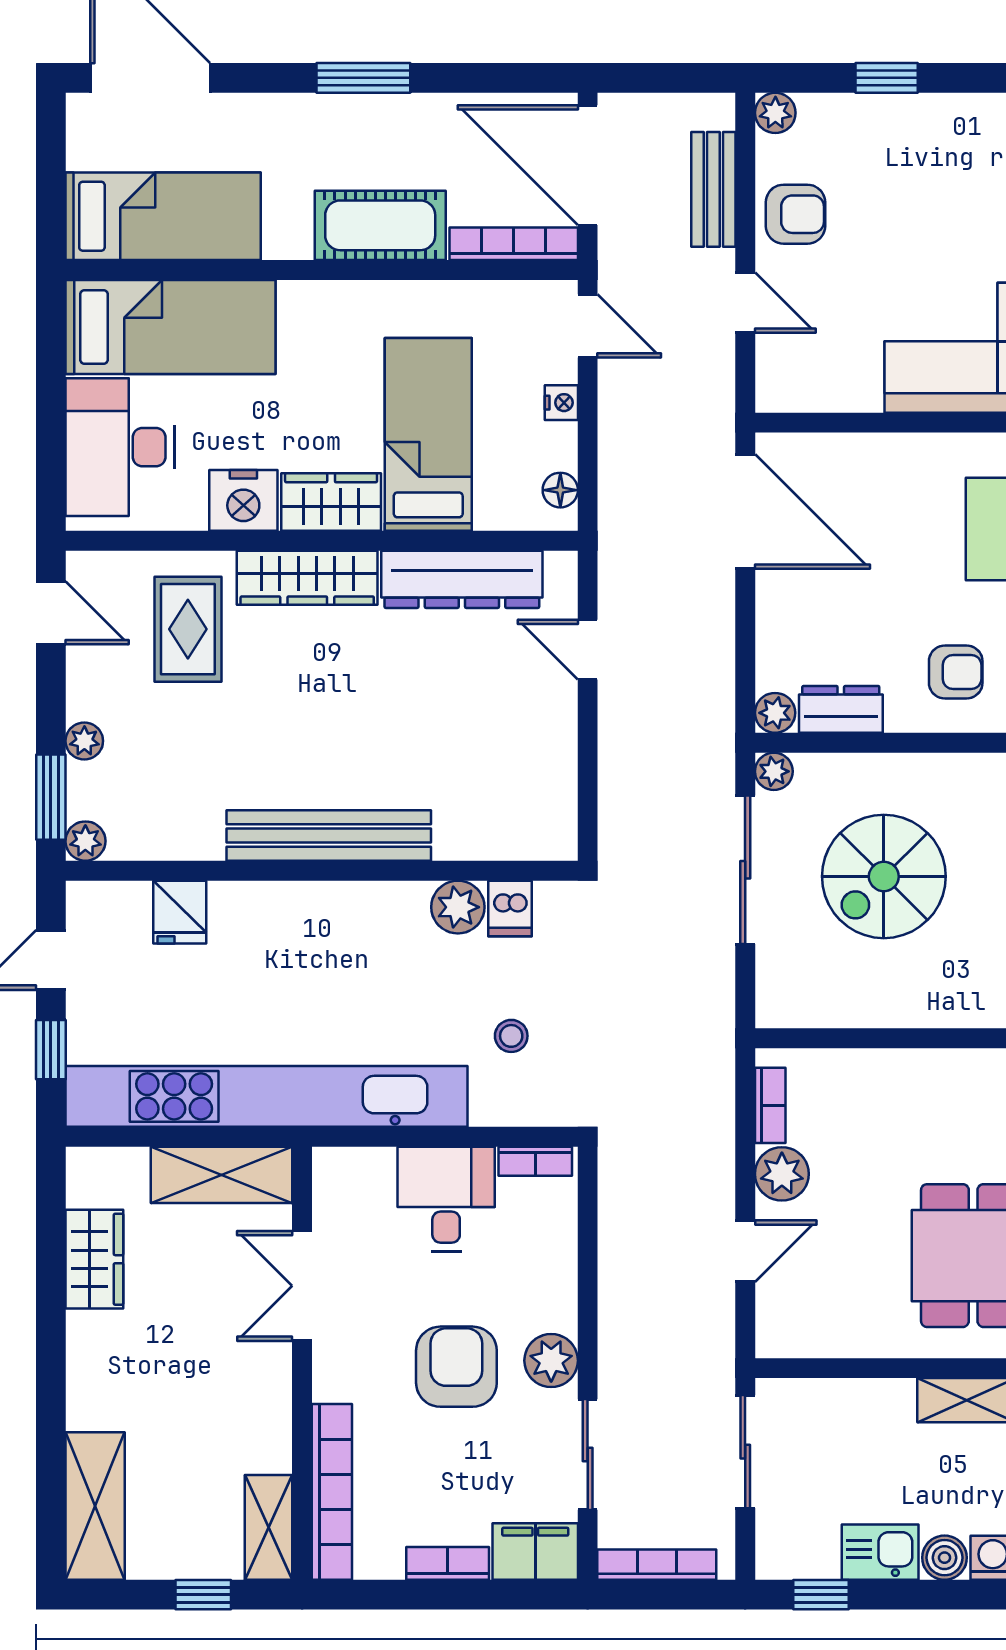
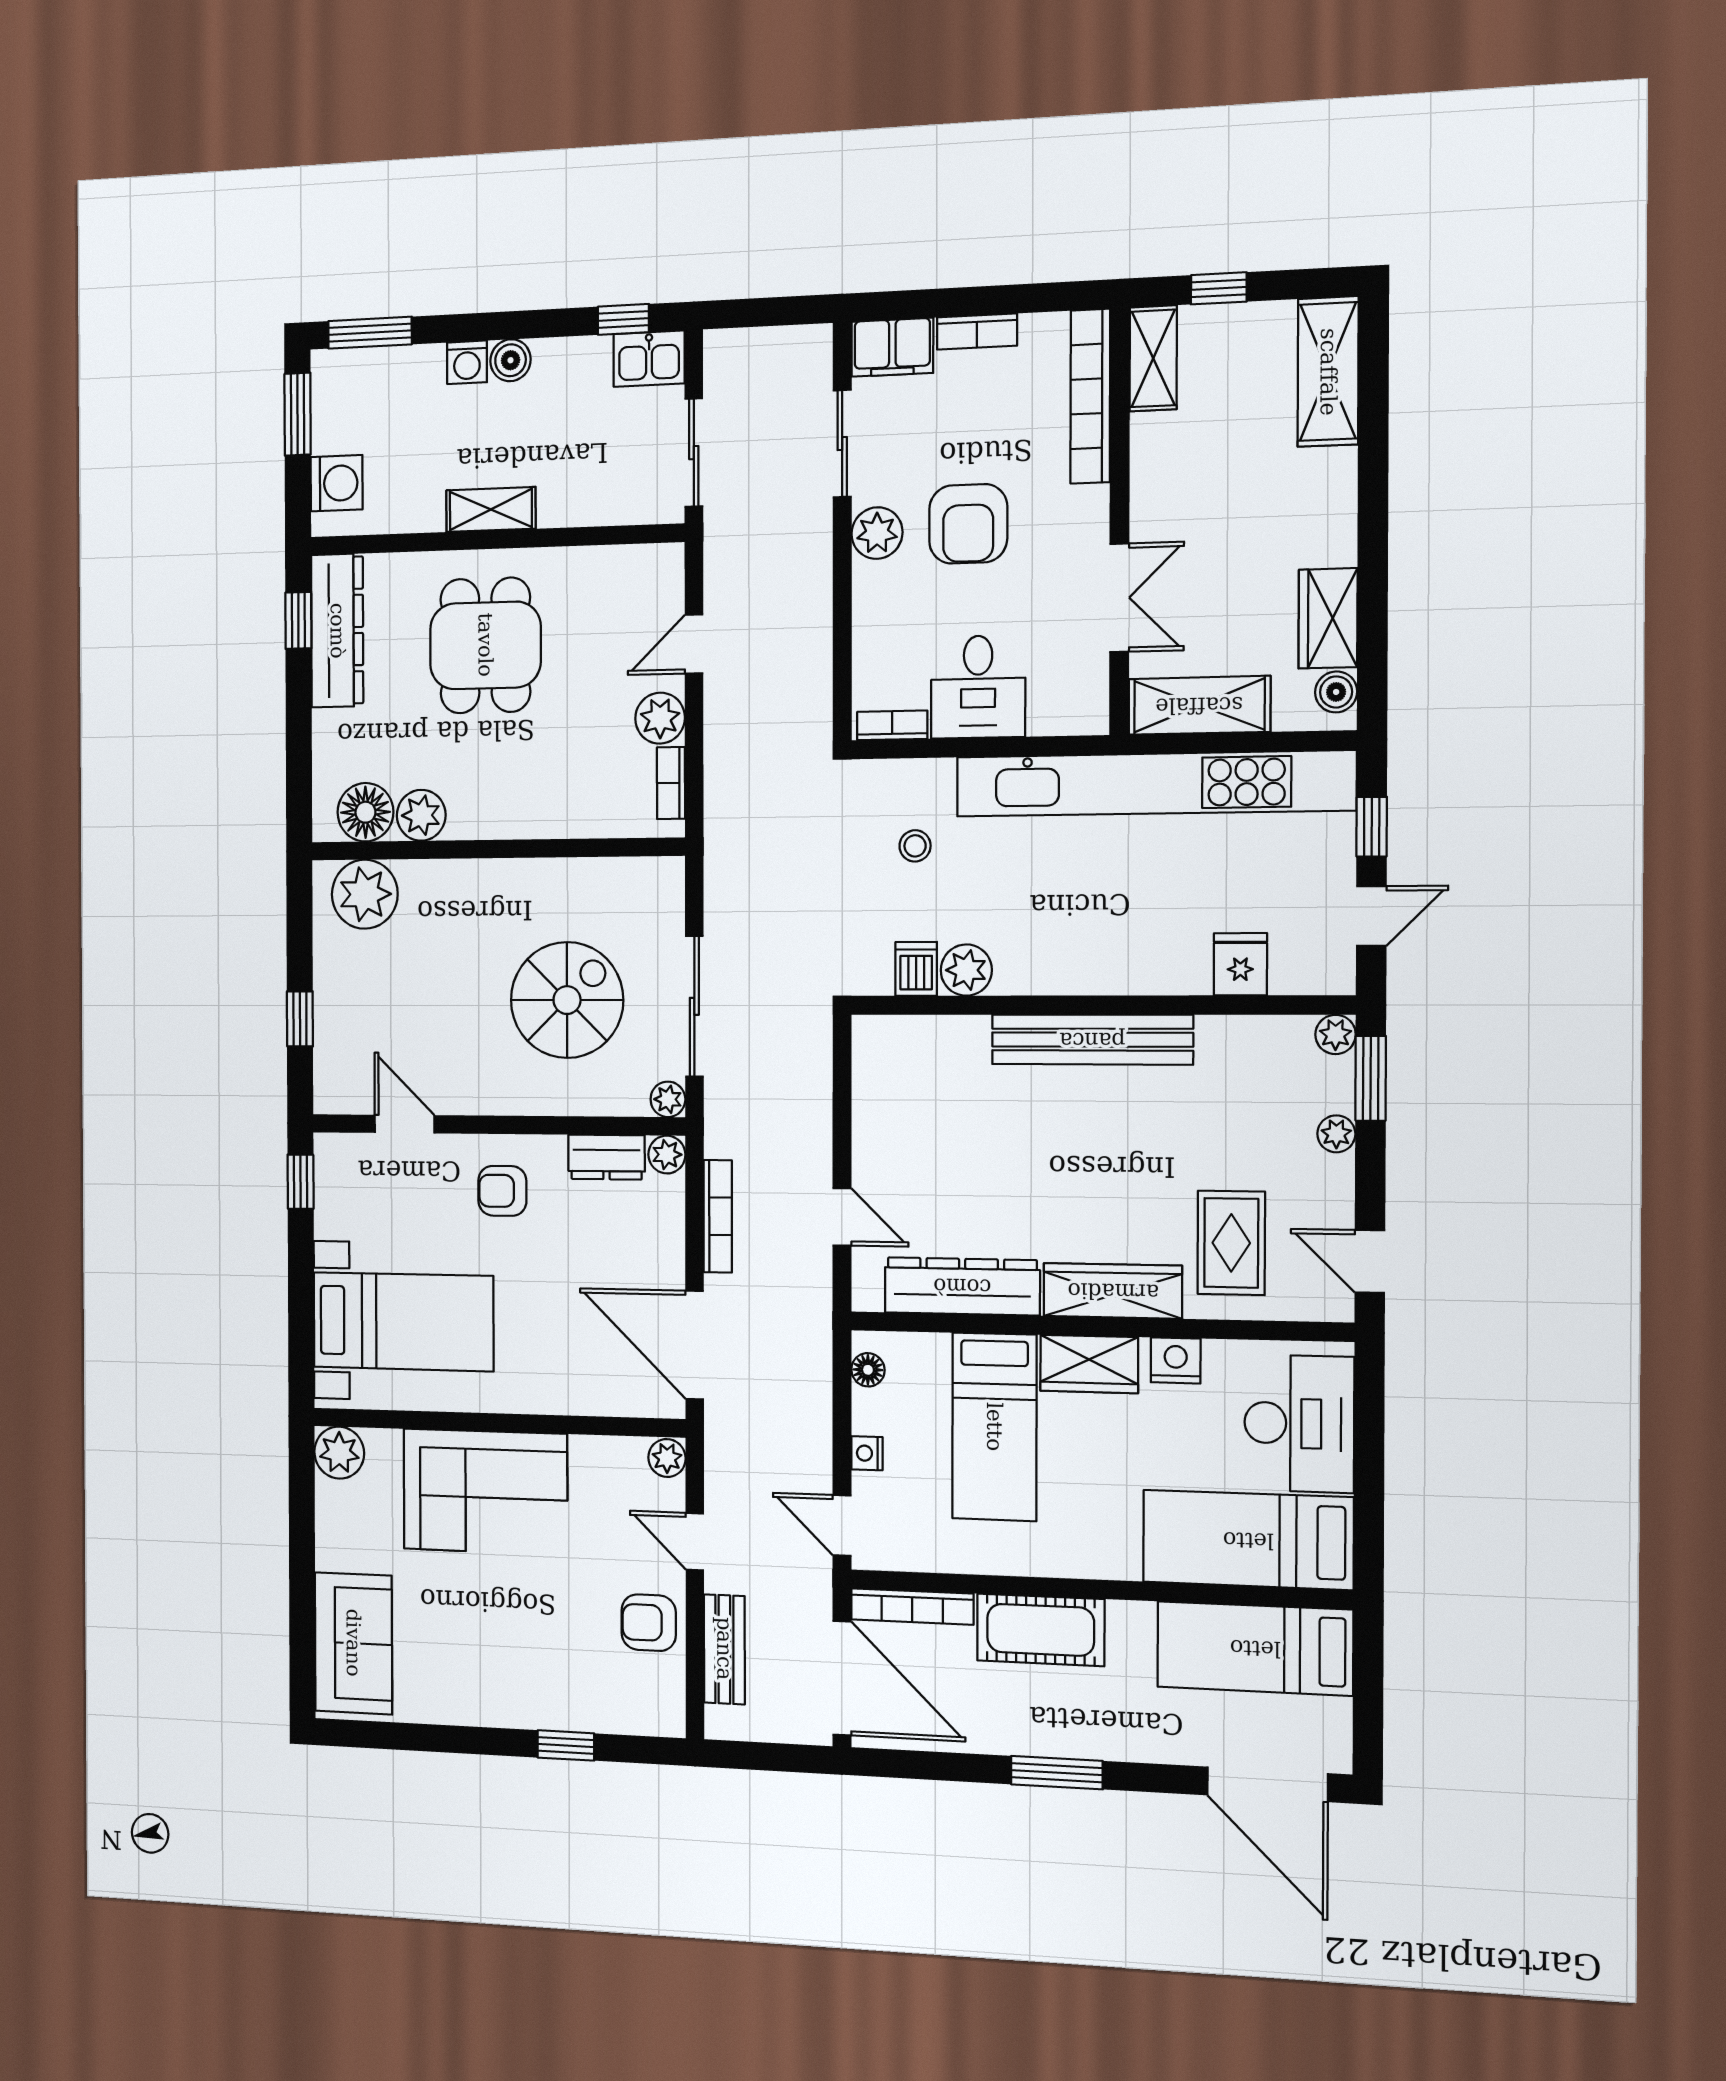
plant: (775, 113) -> (667, 1458), moved
nightstand: (243, 500) -> (1176, 1360), width x0.74, depth x0.75
boiler: (86, 1185) -> (1336, 692), added
kitchen sink: (880, 1552) -> (649, 359), moved
bookcase: (657, 1565) -> (718, 1216), moved, turned -90

